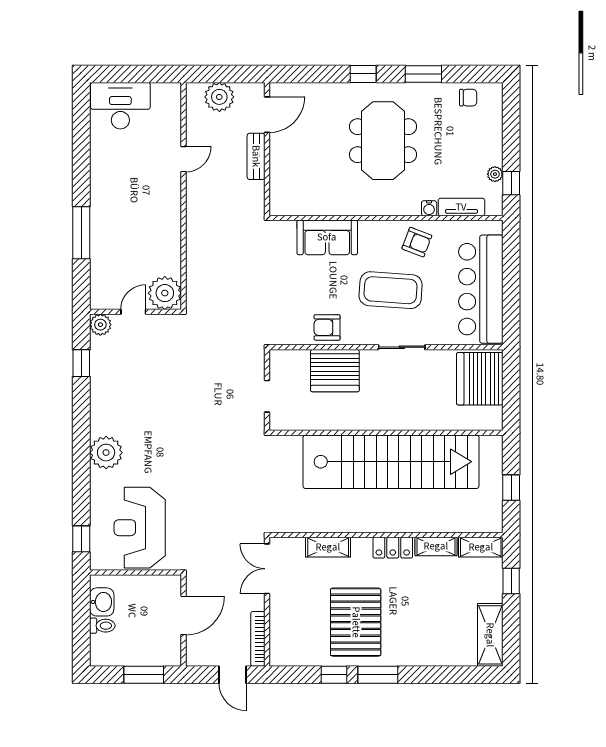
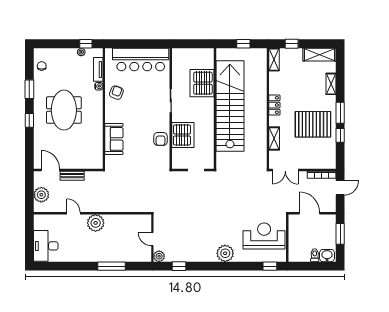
meeting table: (383, 141) -> (64, 110), turned 90
coffee table: (391, 290) -> (141, 106), removed
plant: (165, 293) -> (96, 223), moved
server rack: (480, 379) -> (202, 83), moved, turned 90
reception desk: (140, 528) -> (264, 236), turned 180
shelving: (436, 546) -> (331, 84), moved
washbasin: (102, 602) -> (327, 256), moved

